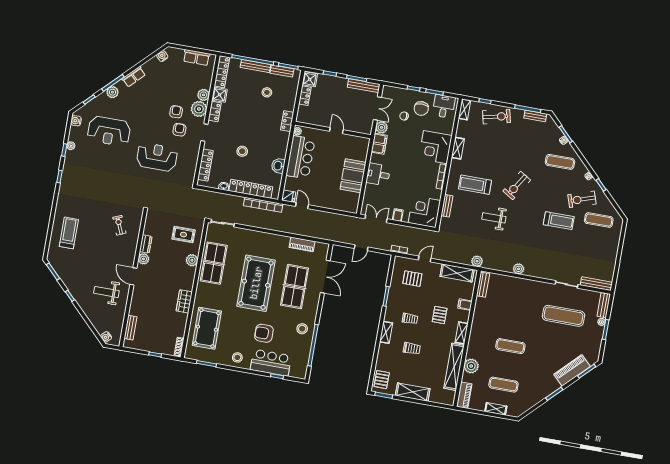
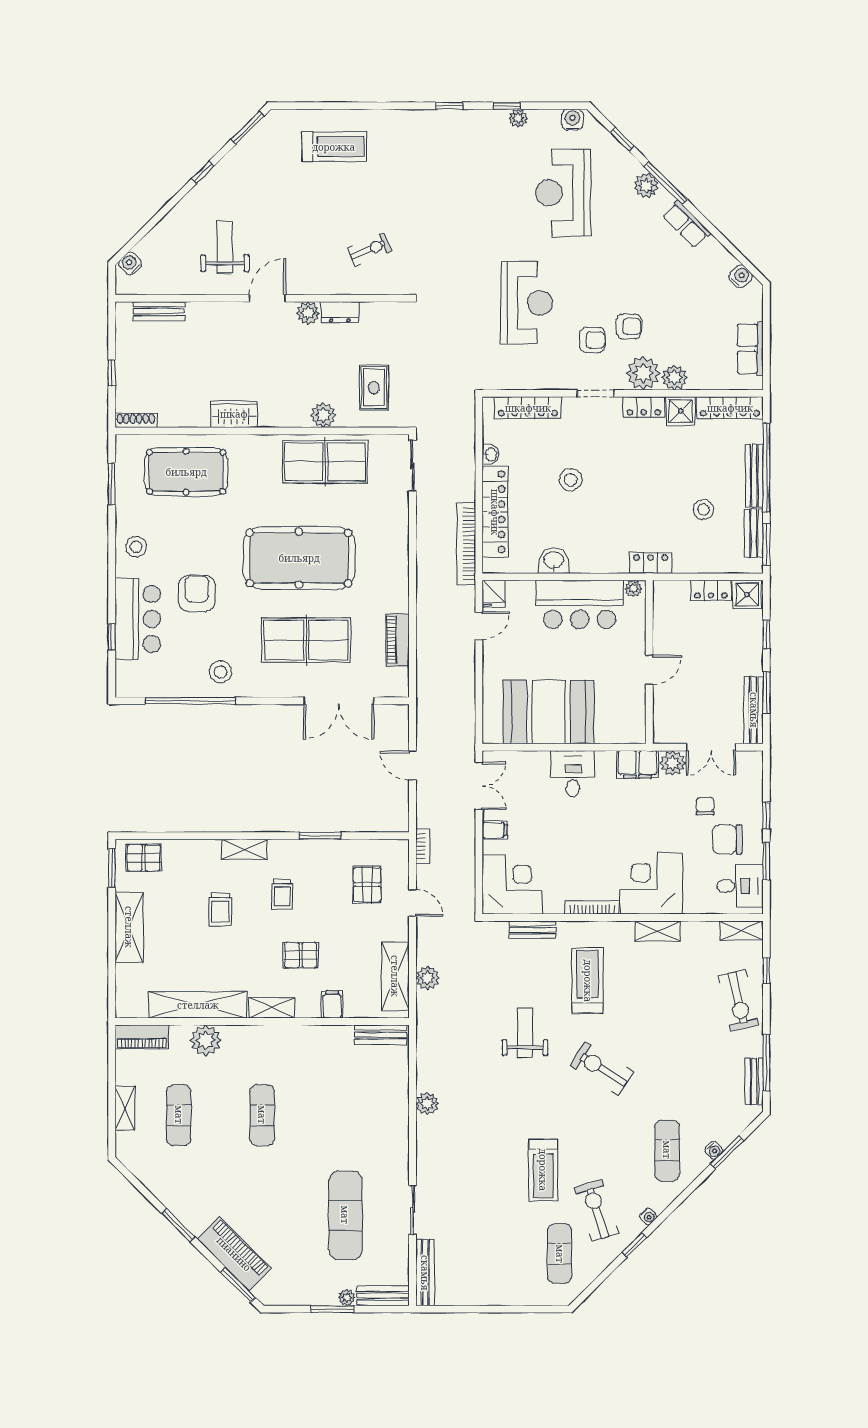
booth: (353, 176) -> (549, 712), width x1.36, depth x1.42
plant: (477, 261) -> (428, 978), moved

